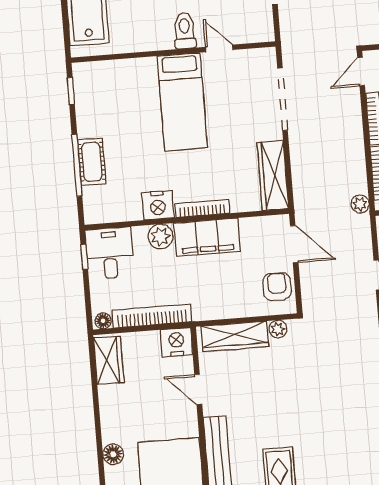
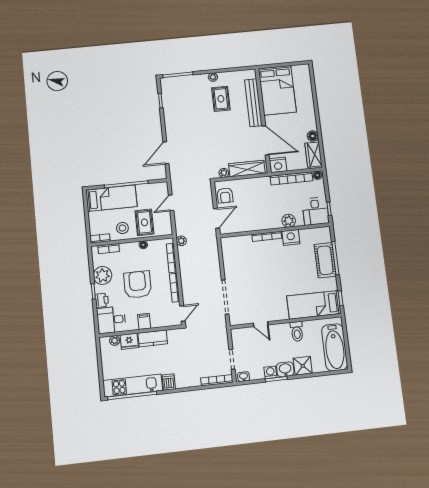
toilet: (185, 31) -> (297, 331), moved
bed: (182, 102) -> (314, 305), moved, turned -90
cot: (92, 162) -> (325, 260), width x1.37, depth x1.34
wardrobe: (273, 176) -> (229, 255), removed
filing cabinet: (207, 237) -> (264, 221), removed
door: (294, 244) -> (216, 218), swing flipped
door: (198, 389) -> (265, 140), width x1.88
floor lamp: (113, 454) -> (313, 136), moved

